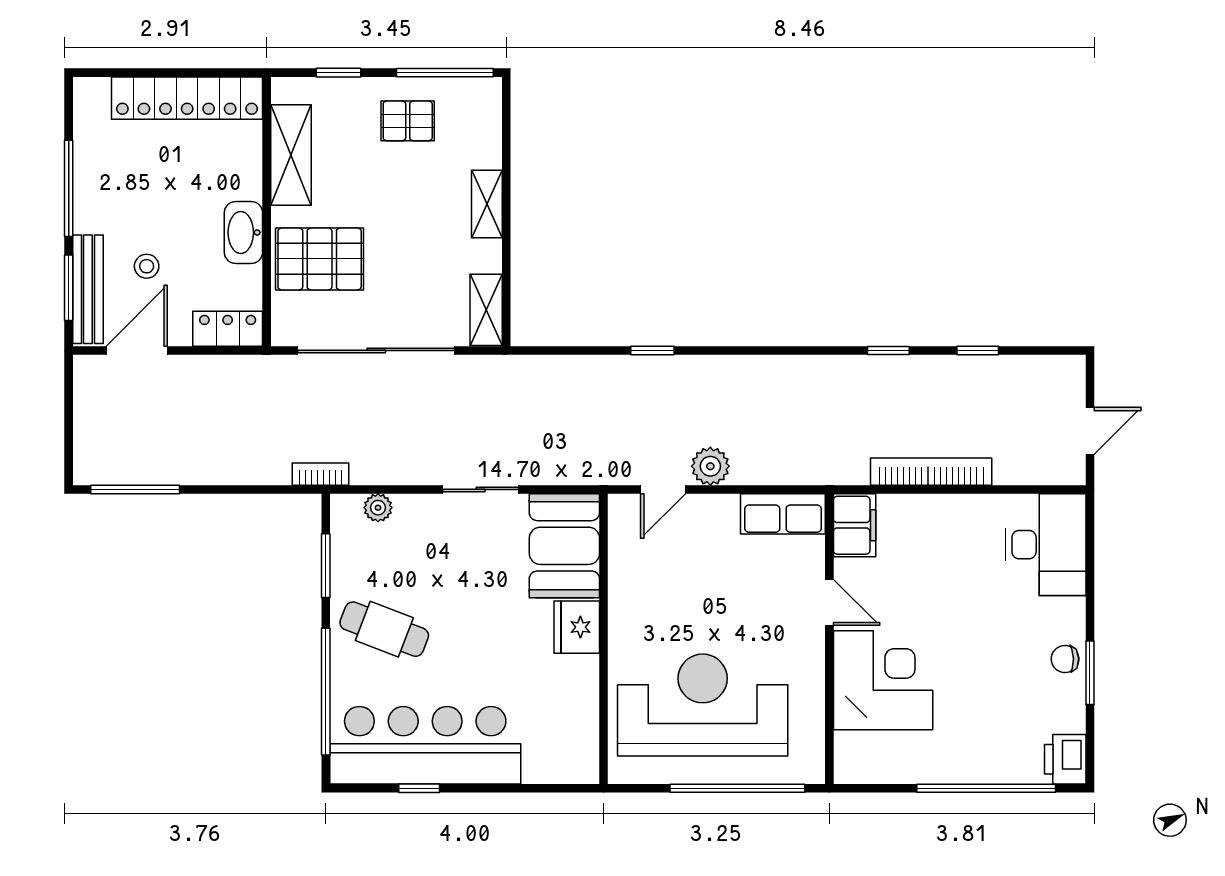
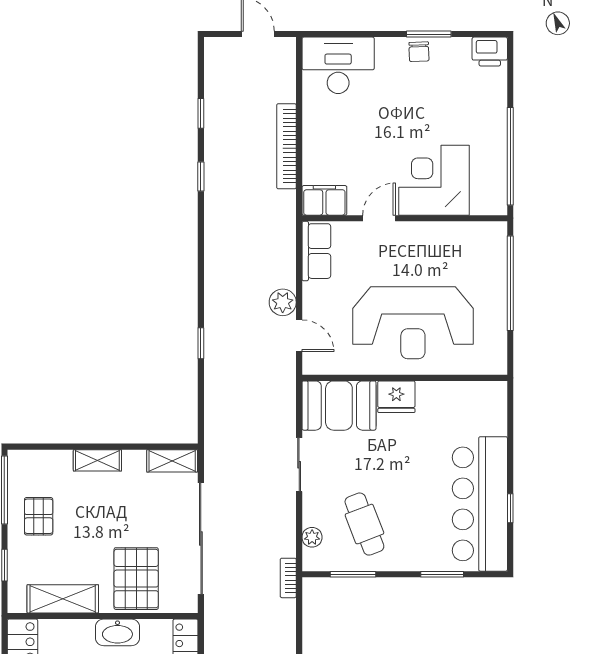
cafe table: (384, 629) -> (364, 524), moved, turned -42
window: (326, 692) -> (442, 574), width x0.47
reception desk: (703, 705) -> (413, 323), moved, turned -90
window: (986, 788) -> (510, 156), moved

